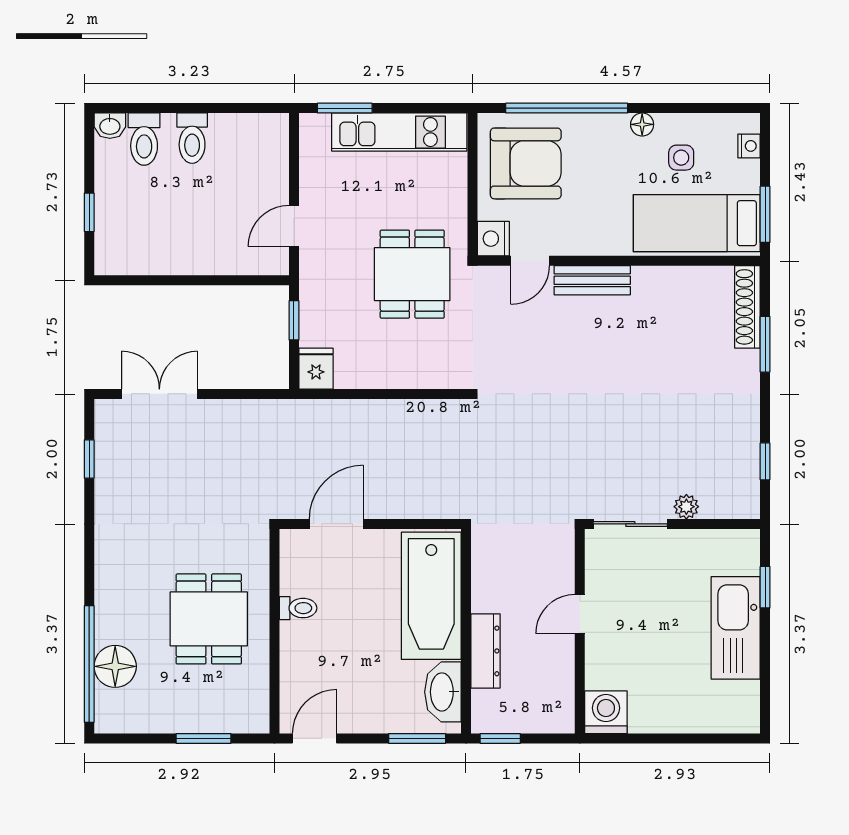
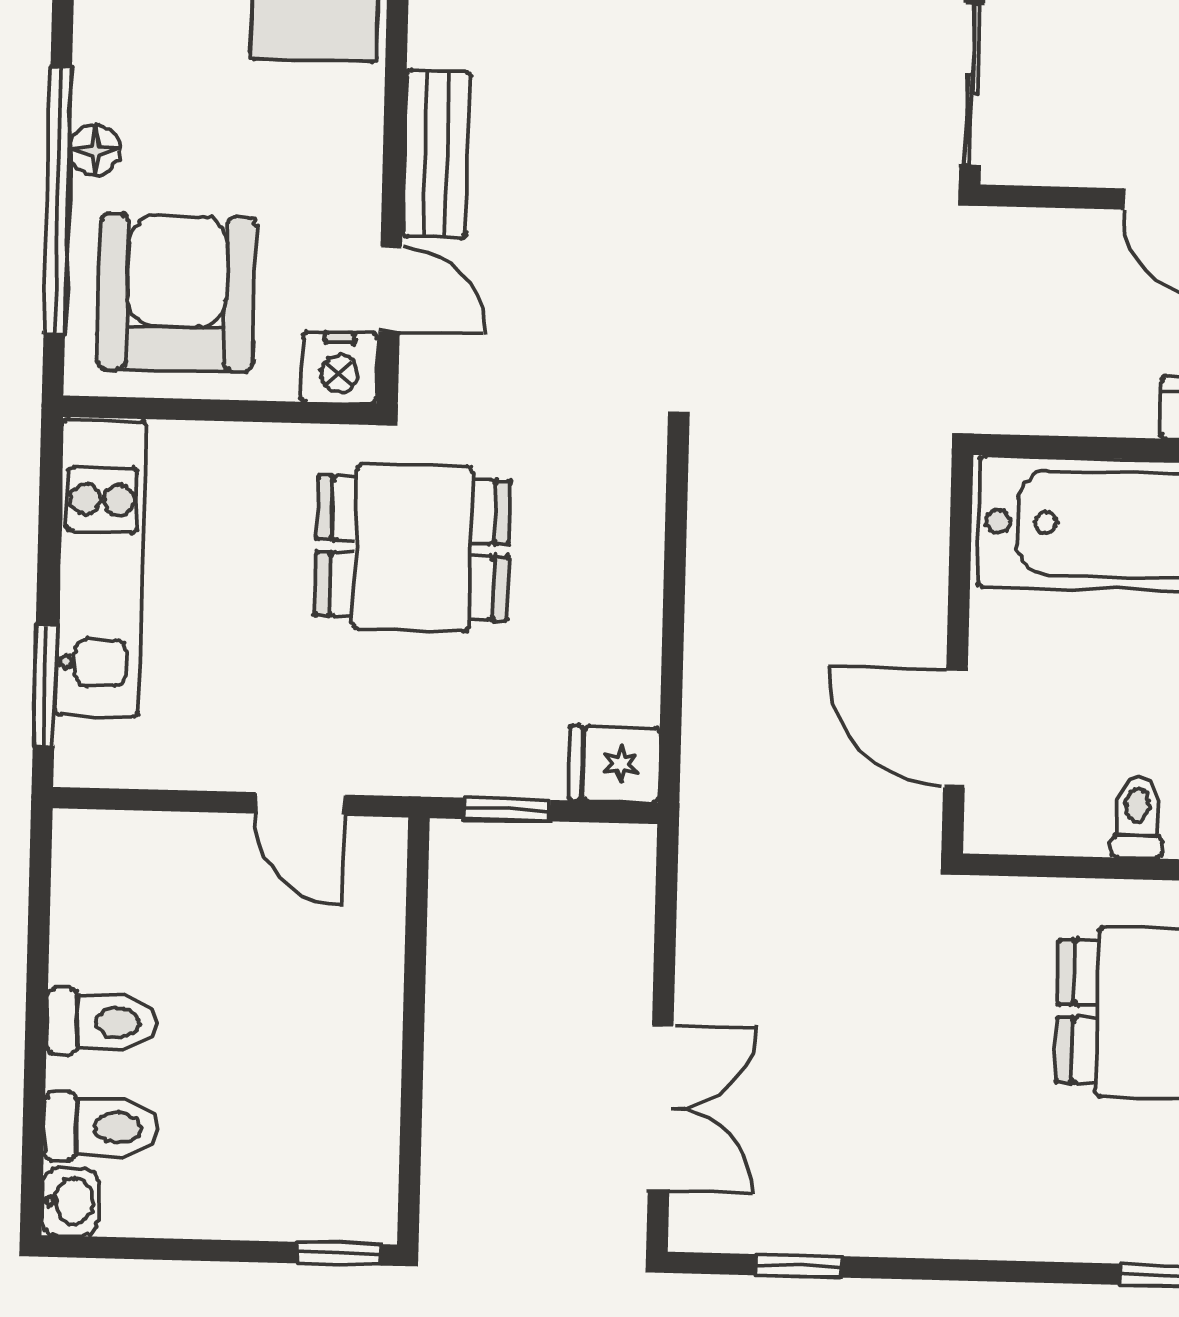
floor lamp: (642, 124) -> (95, 150), moved
window: (89, 212) -> (339, 1254), moved
double door: (159, 394) -> (661, 1108), swing flipped

